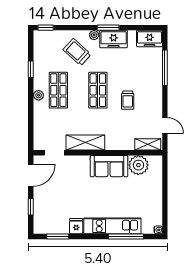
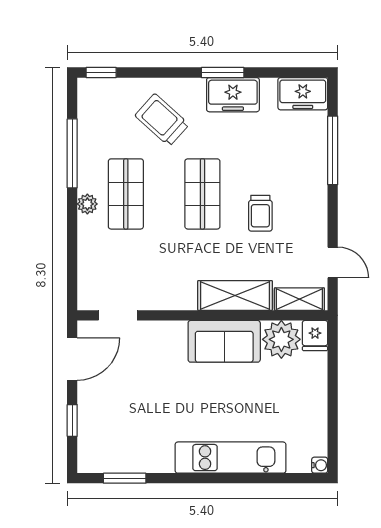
plant: (94, 35) -> (195, 87), removed
window: (31, 69) -> (72, 153), width x2.17
shelving: (85, 142) -> (235, 295), moved
fridge: (76, 226) -> (315, 336), moved, turned 180
window: (126, 237) -> (257, 478), removed

